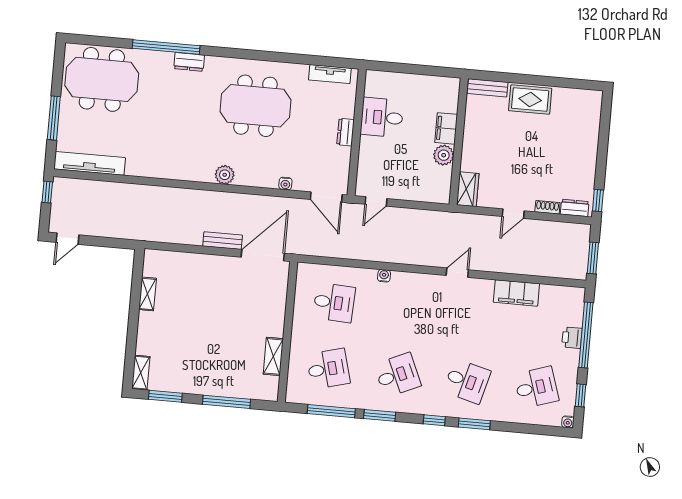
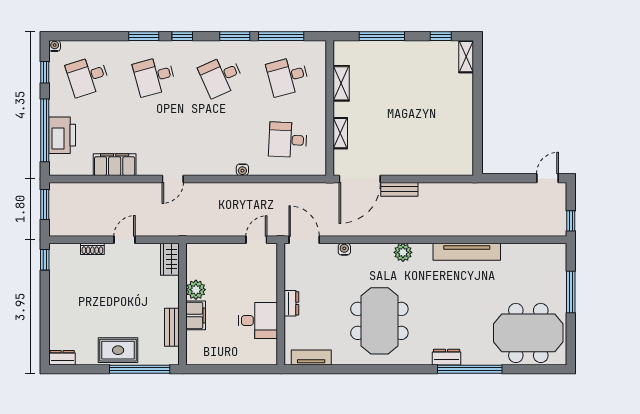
window: (509, 78) -> (140, 369), added
bench: (488, 88) -> (172, 327), moved, turned 90
meeting table: (255, 106) -> (379, 321), turned 90
tv unit: (90, 163) -> (467, 252), moved
dresser: (575, 208) -> (62, 358), moved, turned 180
shelving: (148, 294) -> (340, 133), moved
printer: (572, 338) -> (62, 135), width x1.87, depth x1.48
desk: (467, 381) -> (154, 76), turned -30
window: (165, 396) -> (441, 36), width x0.67

